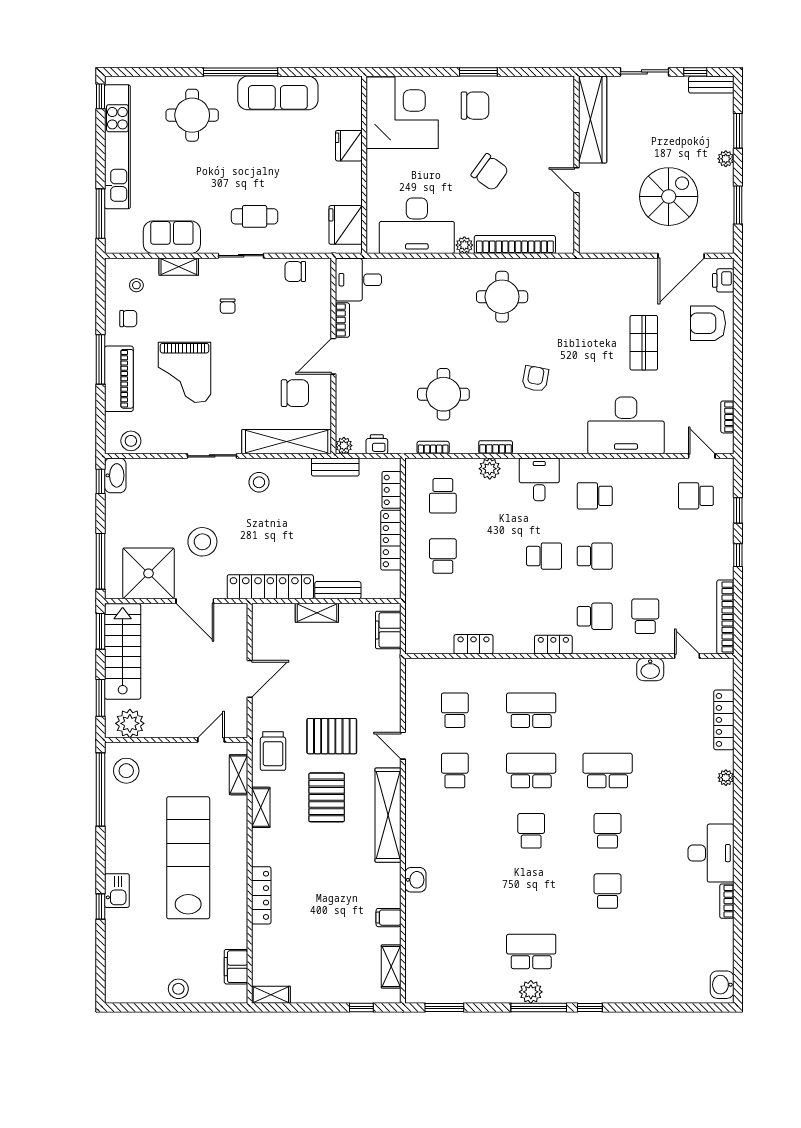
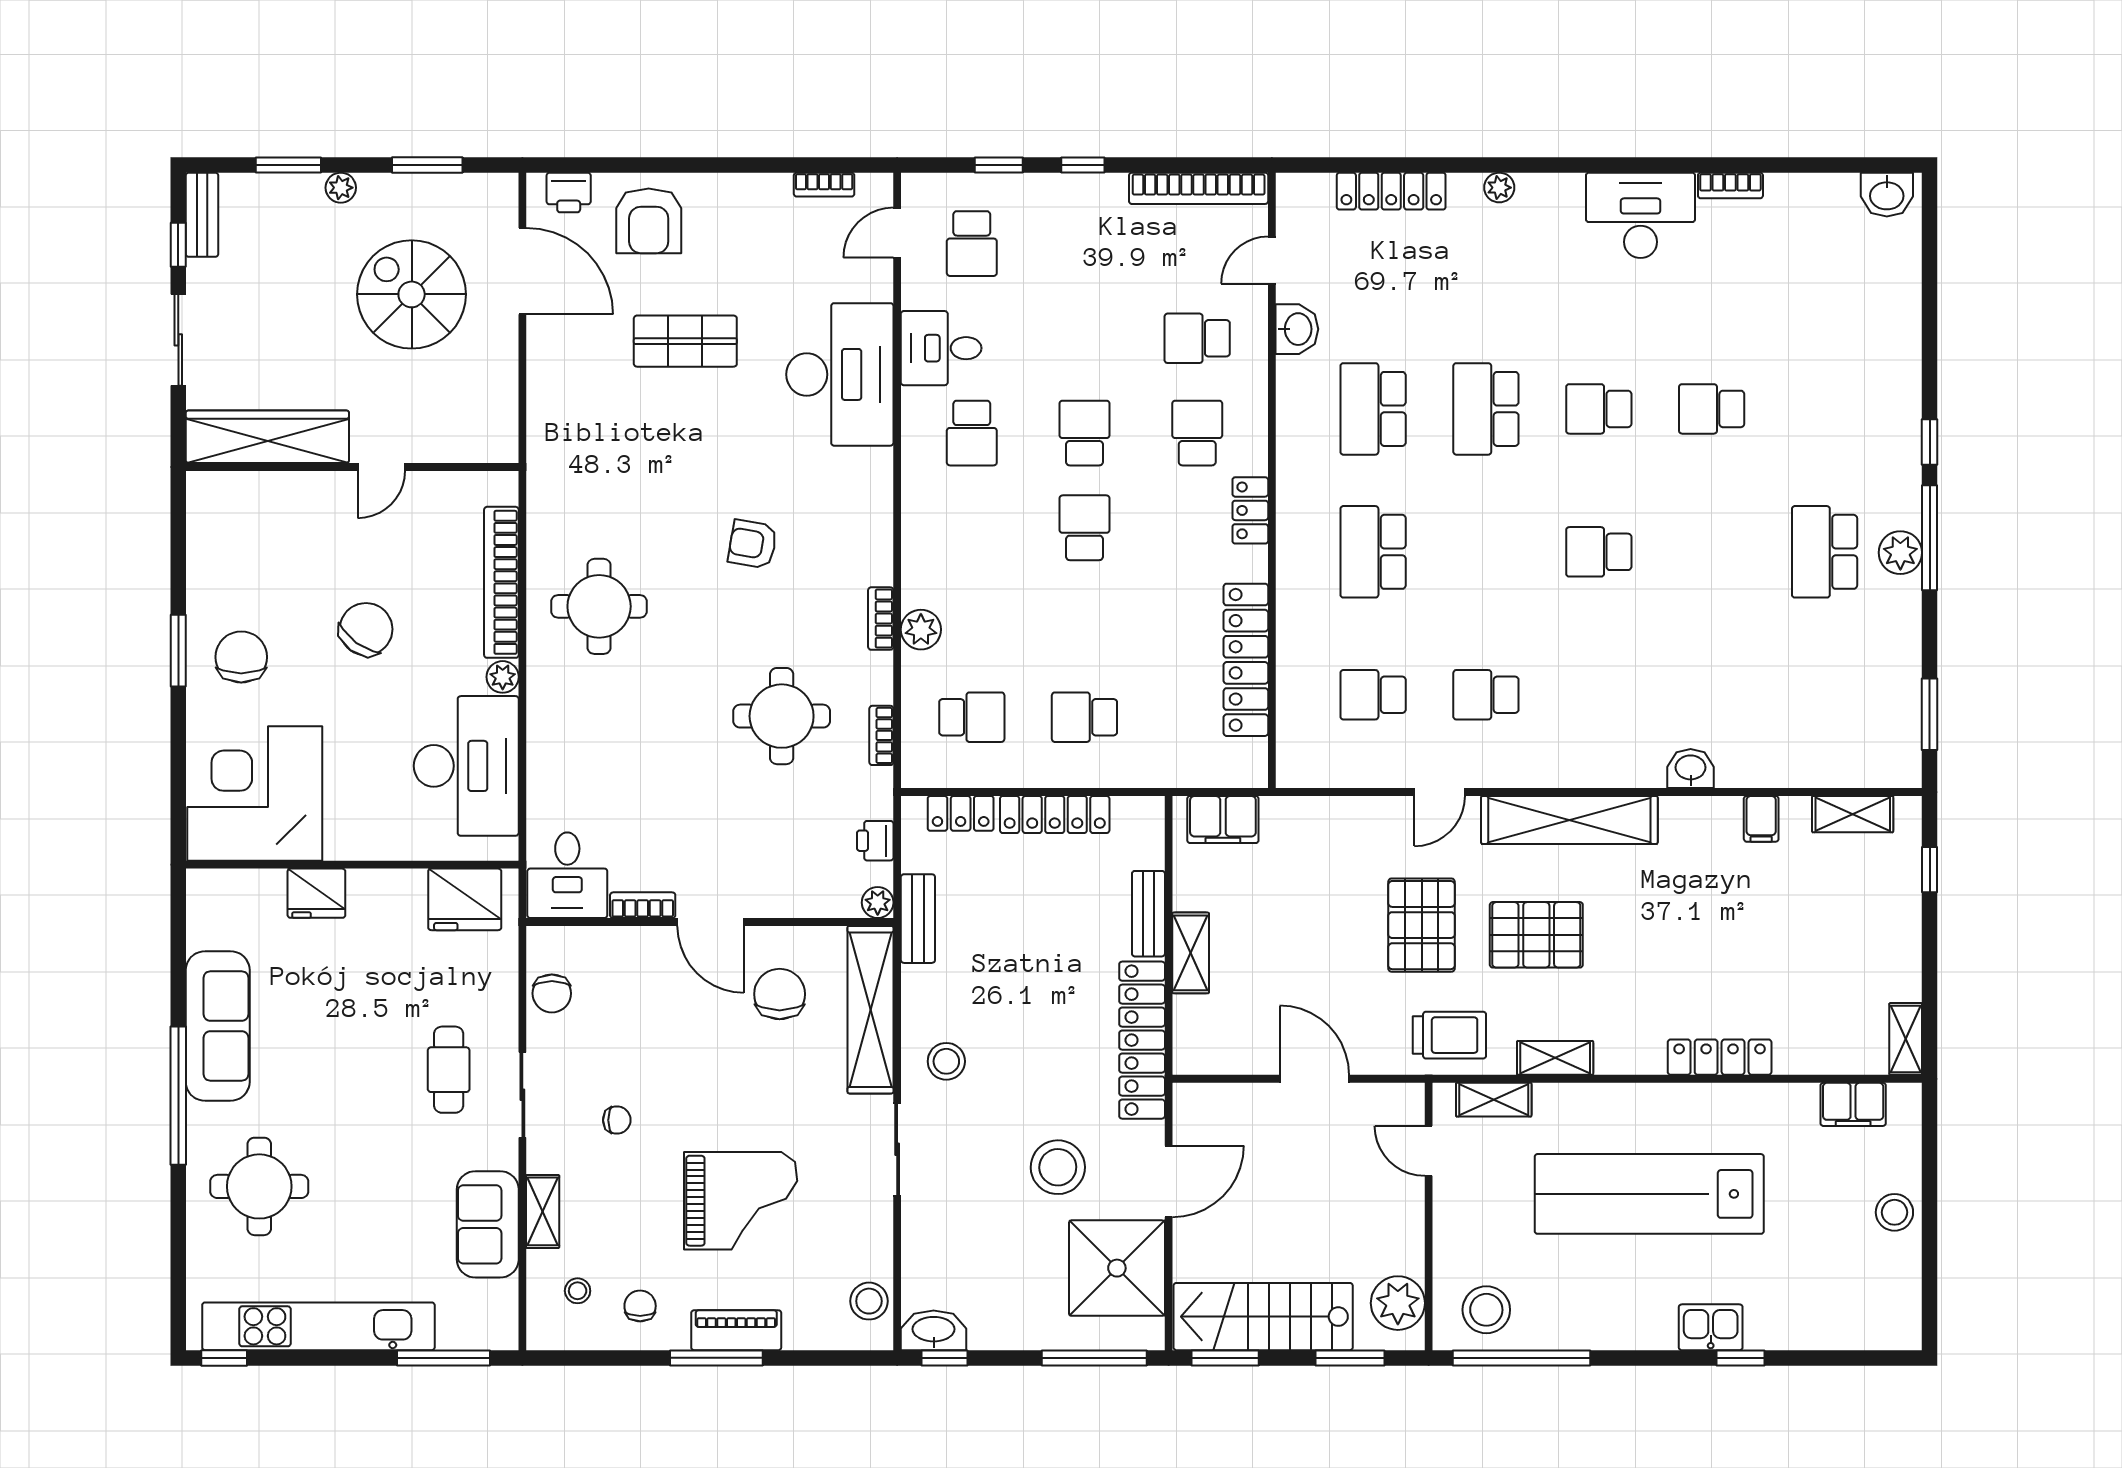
piano: (119, 379) -> (736, 1330), width x0.73, depth x0.75
desk: (539, 479) -> (941, 348), moved
locker: (473, 644) -> (1246, 660), width x2.16, depth x1.21
school desk: (531, 771) -> (1373, 409), moved

